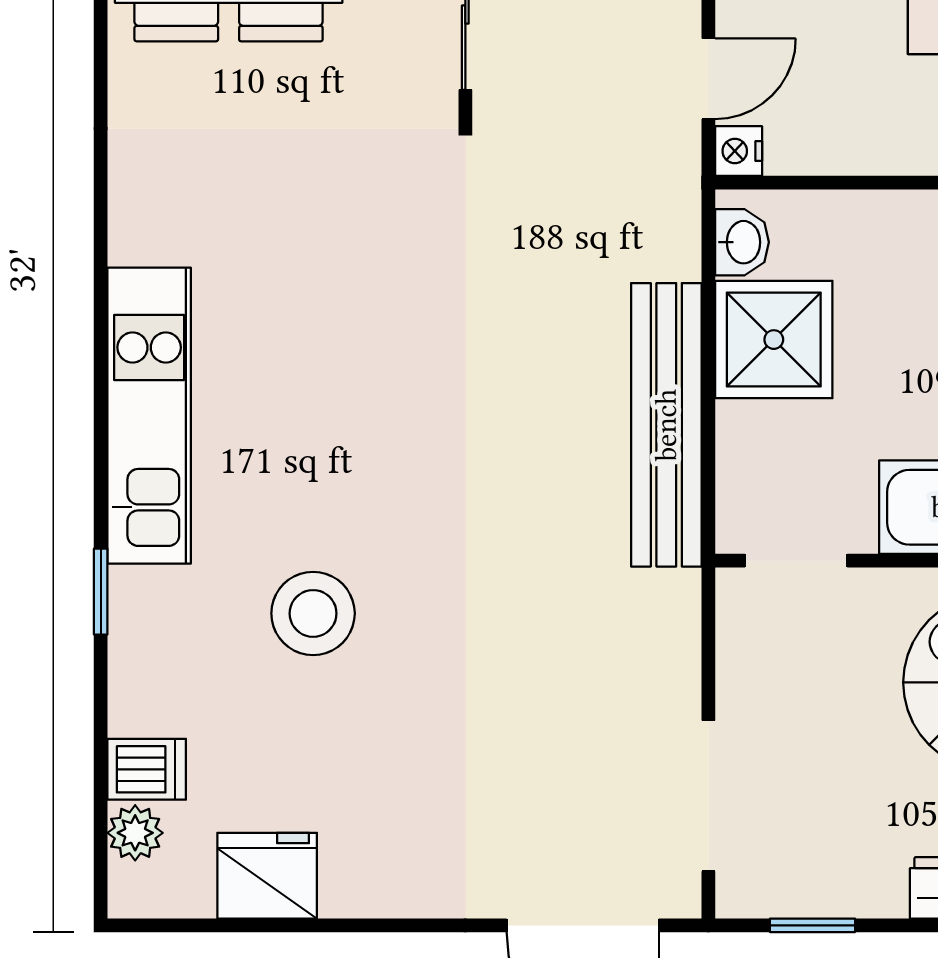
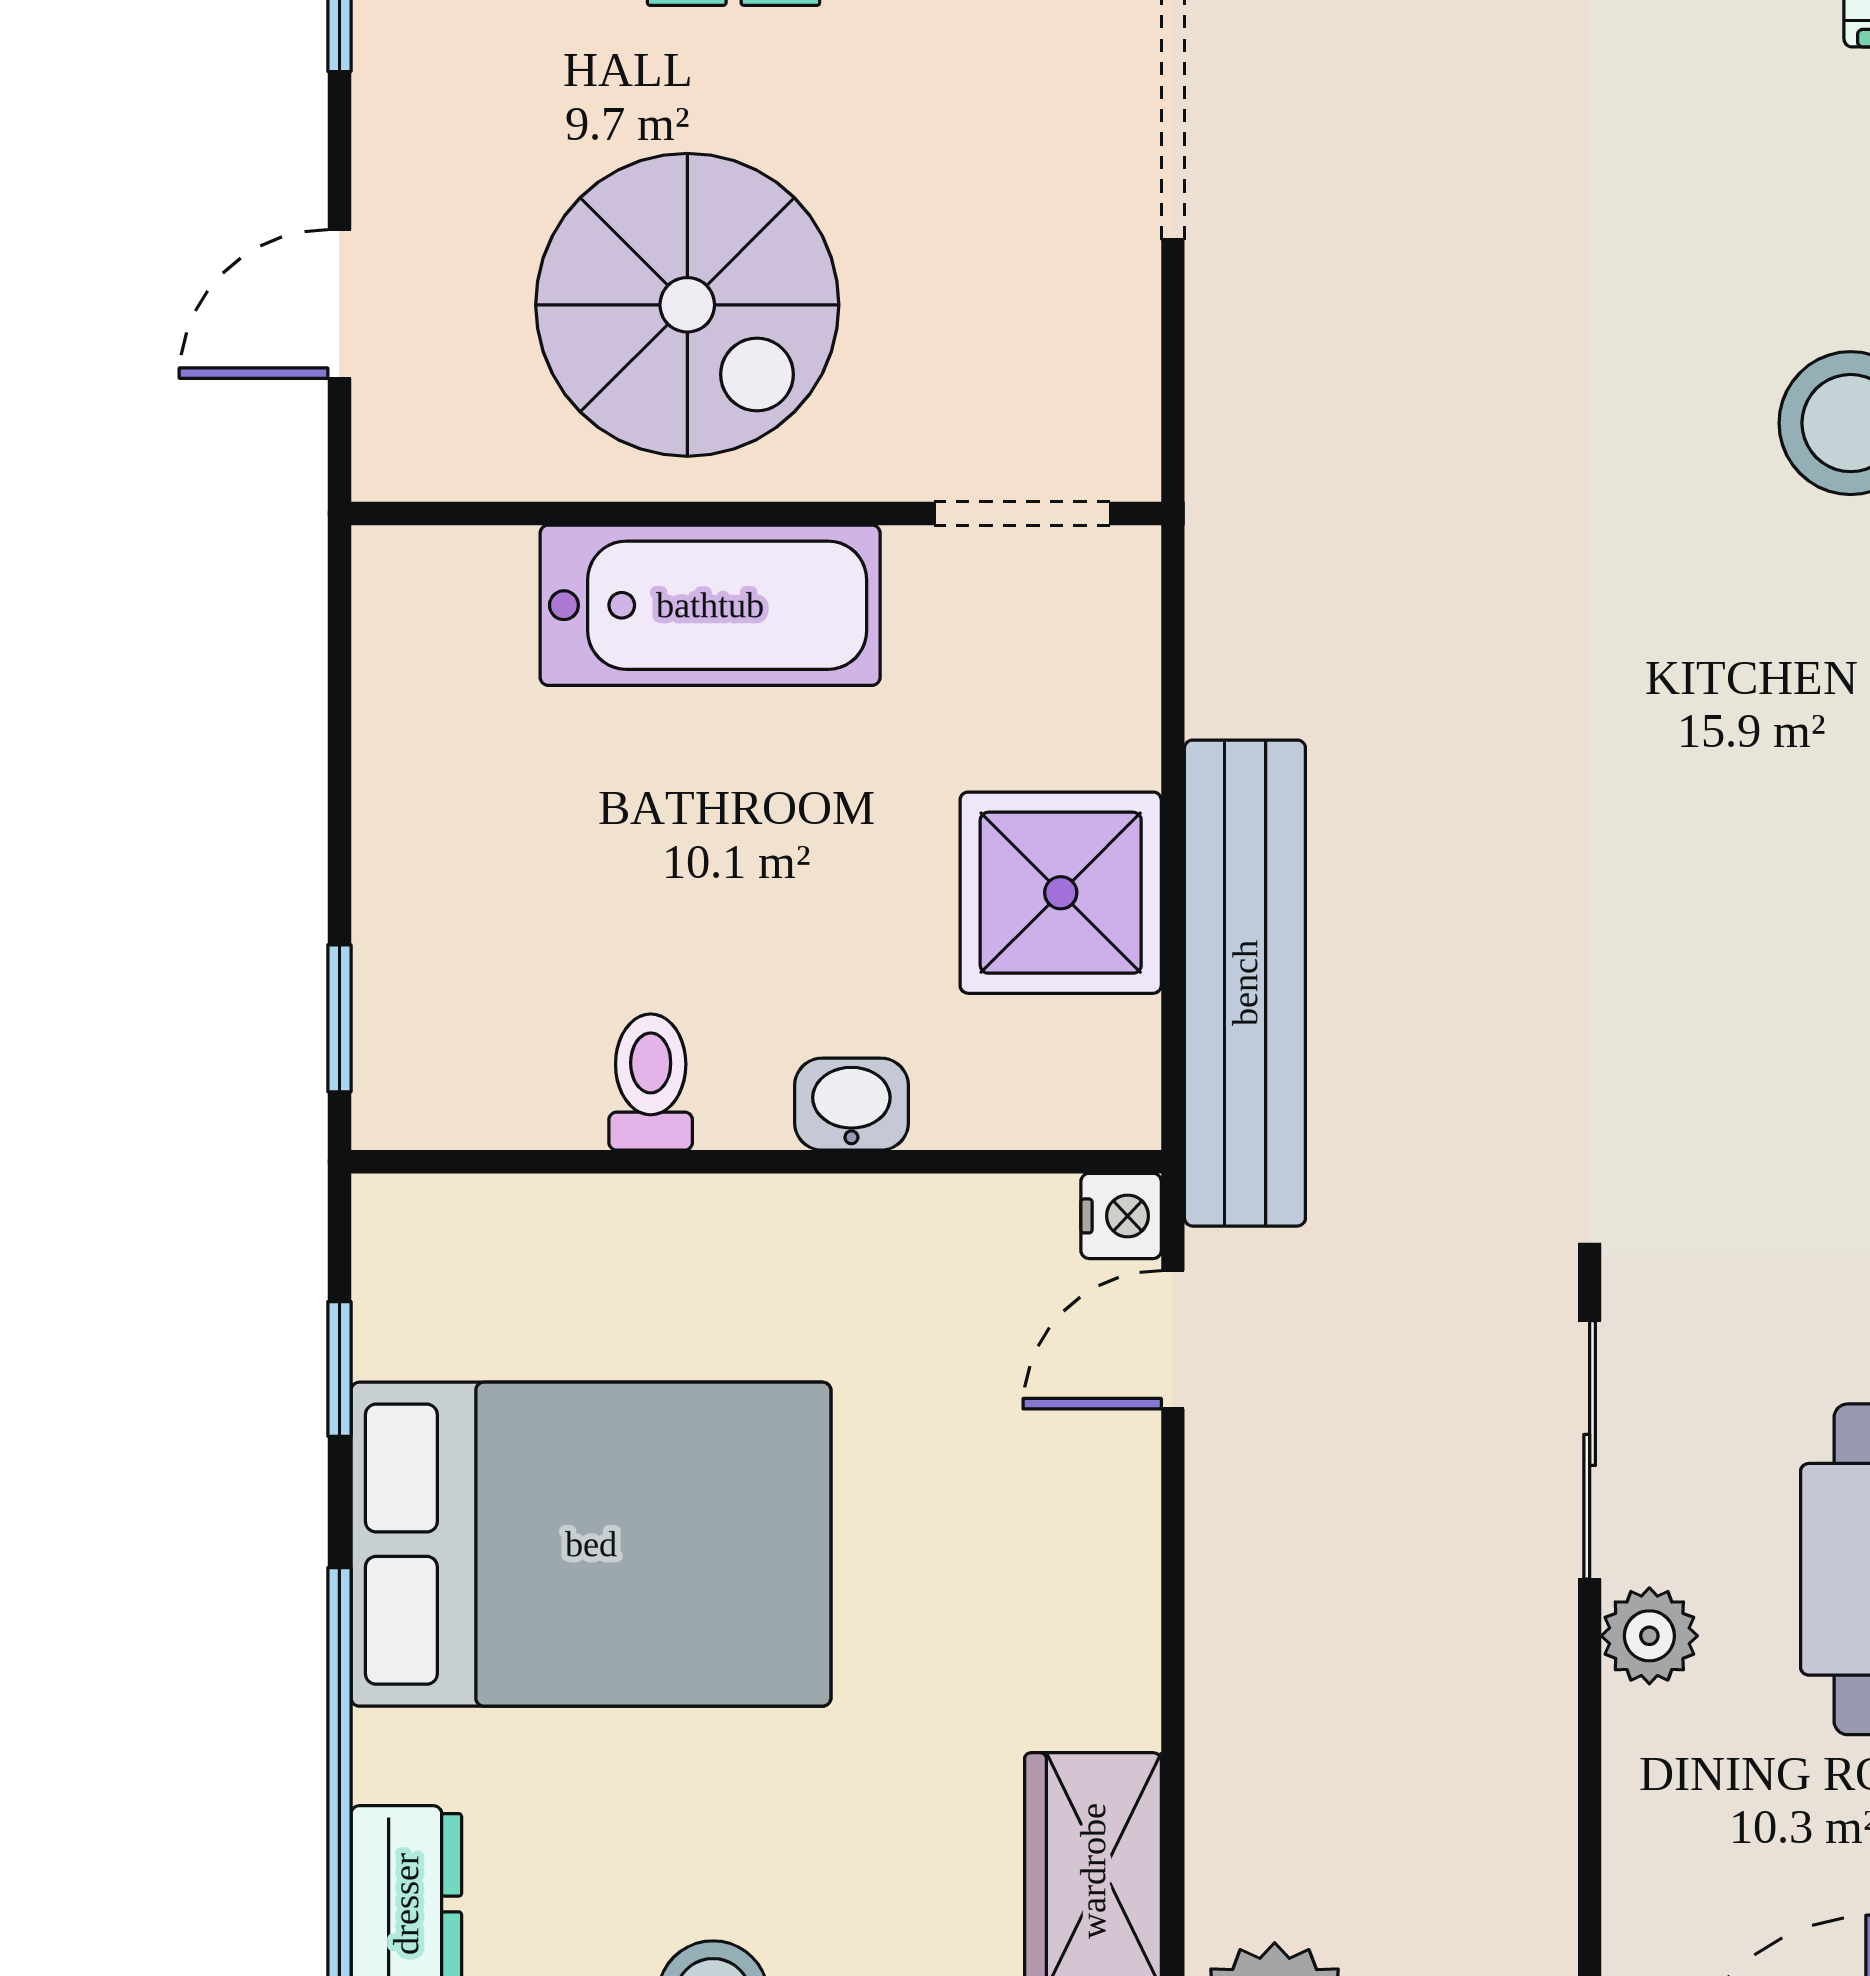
washbasin: (742, 242) -> (851, 1104), moved, turned 90
bench: (666, 425) -> (1245, 983), moved

